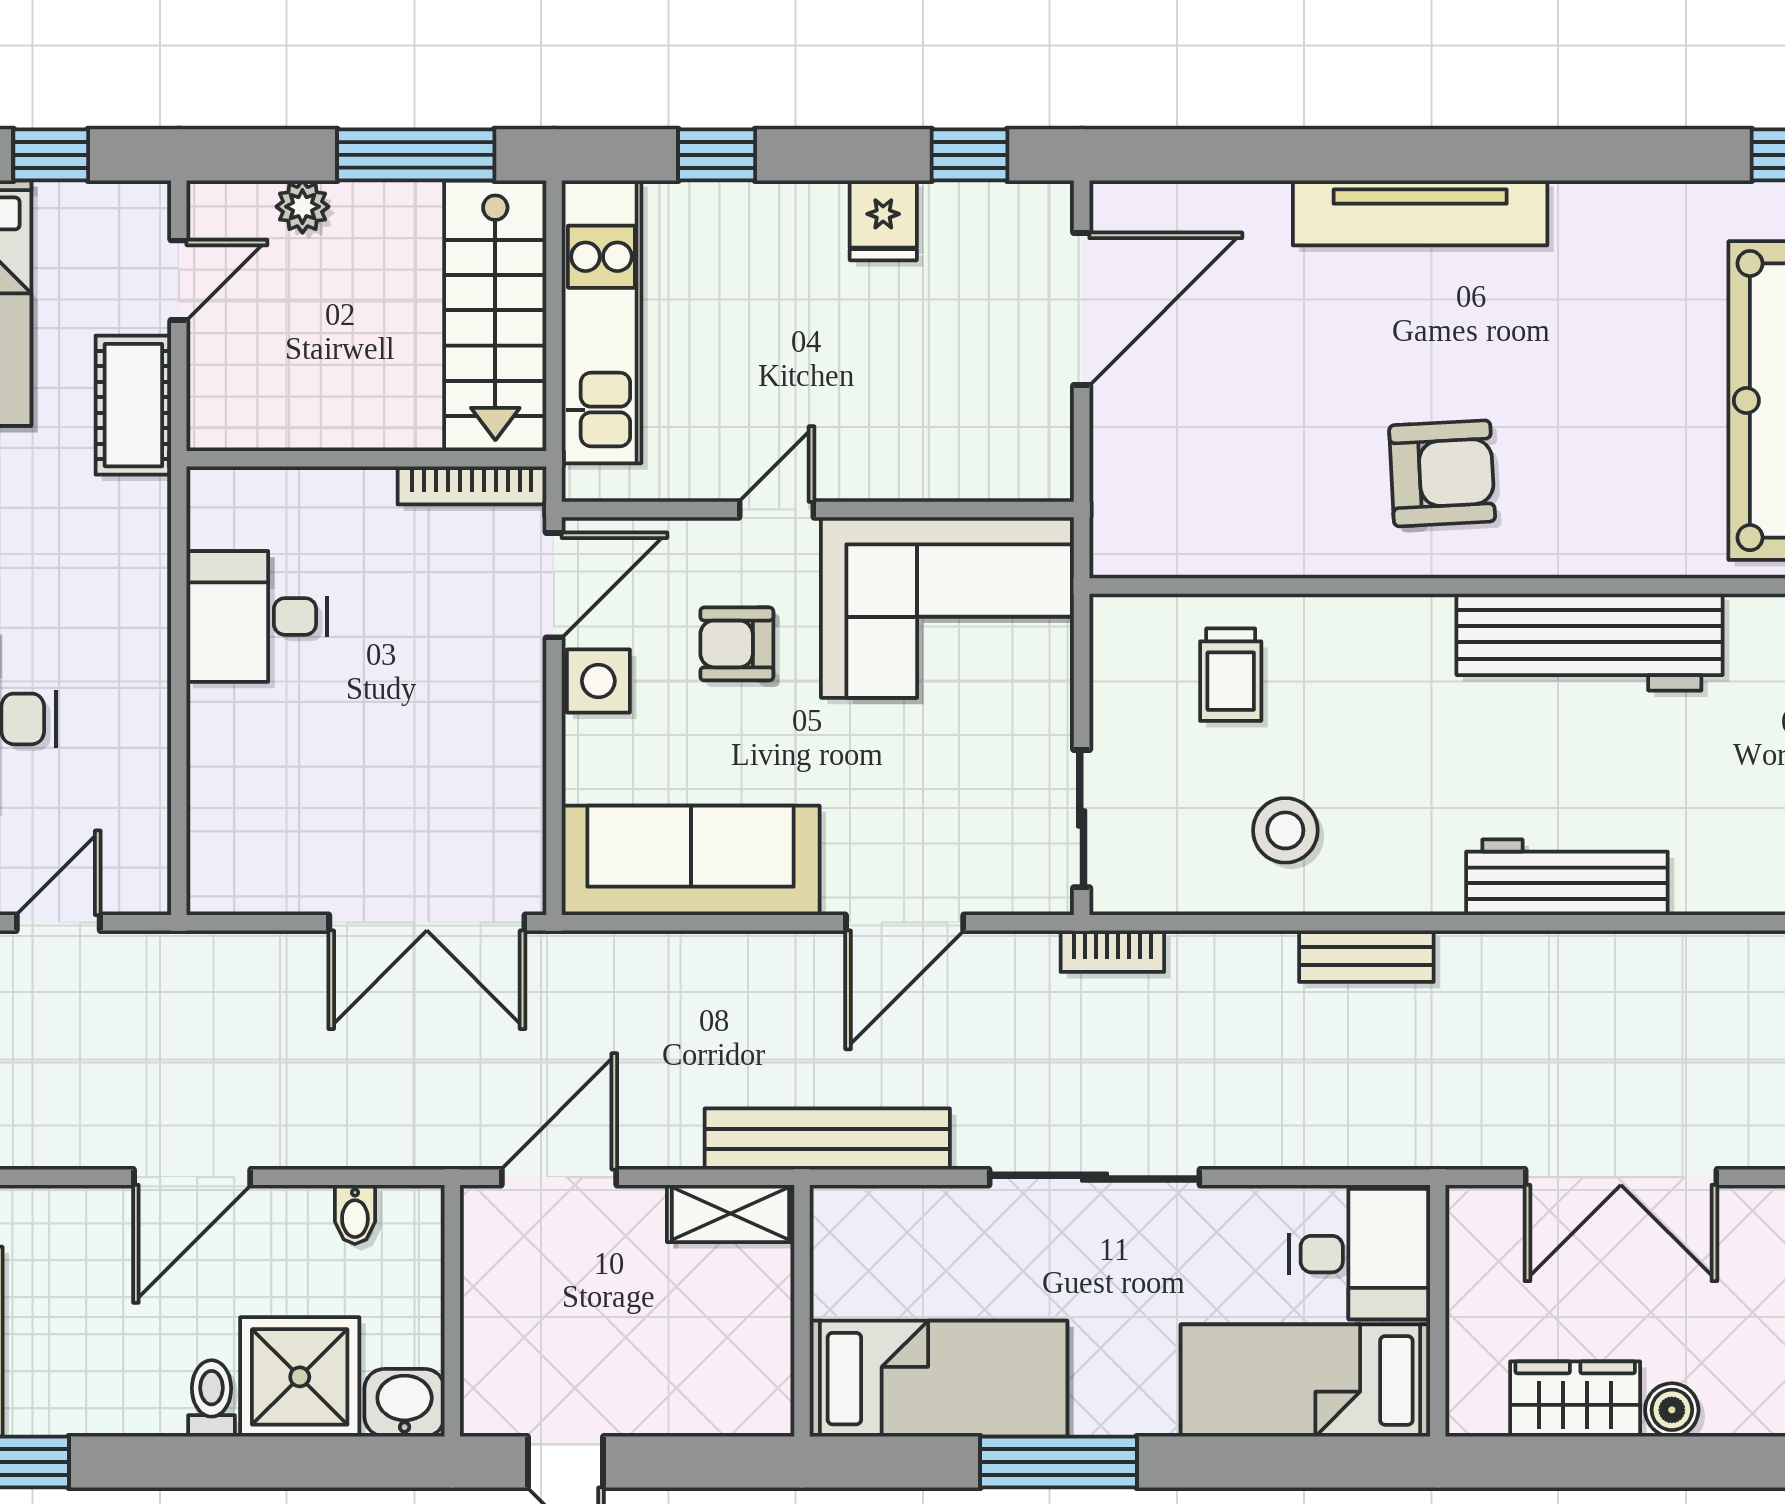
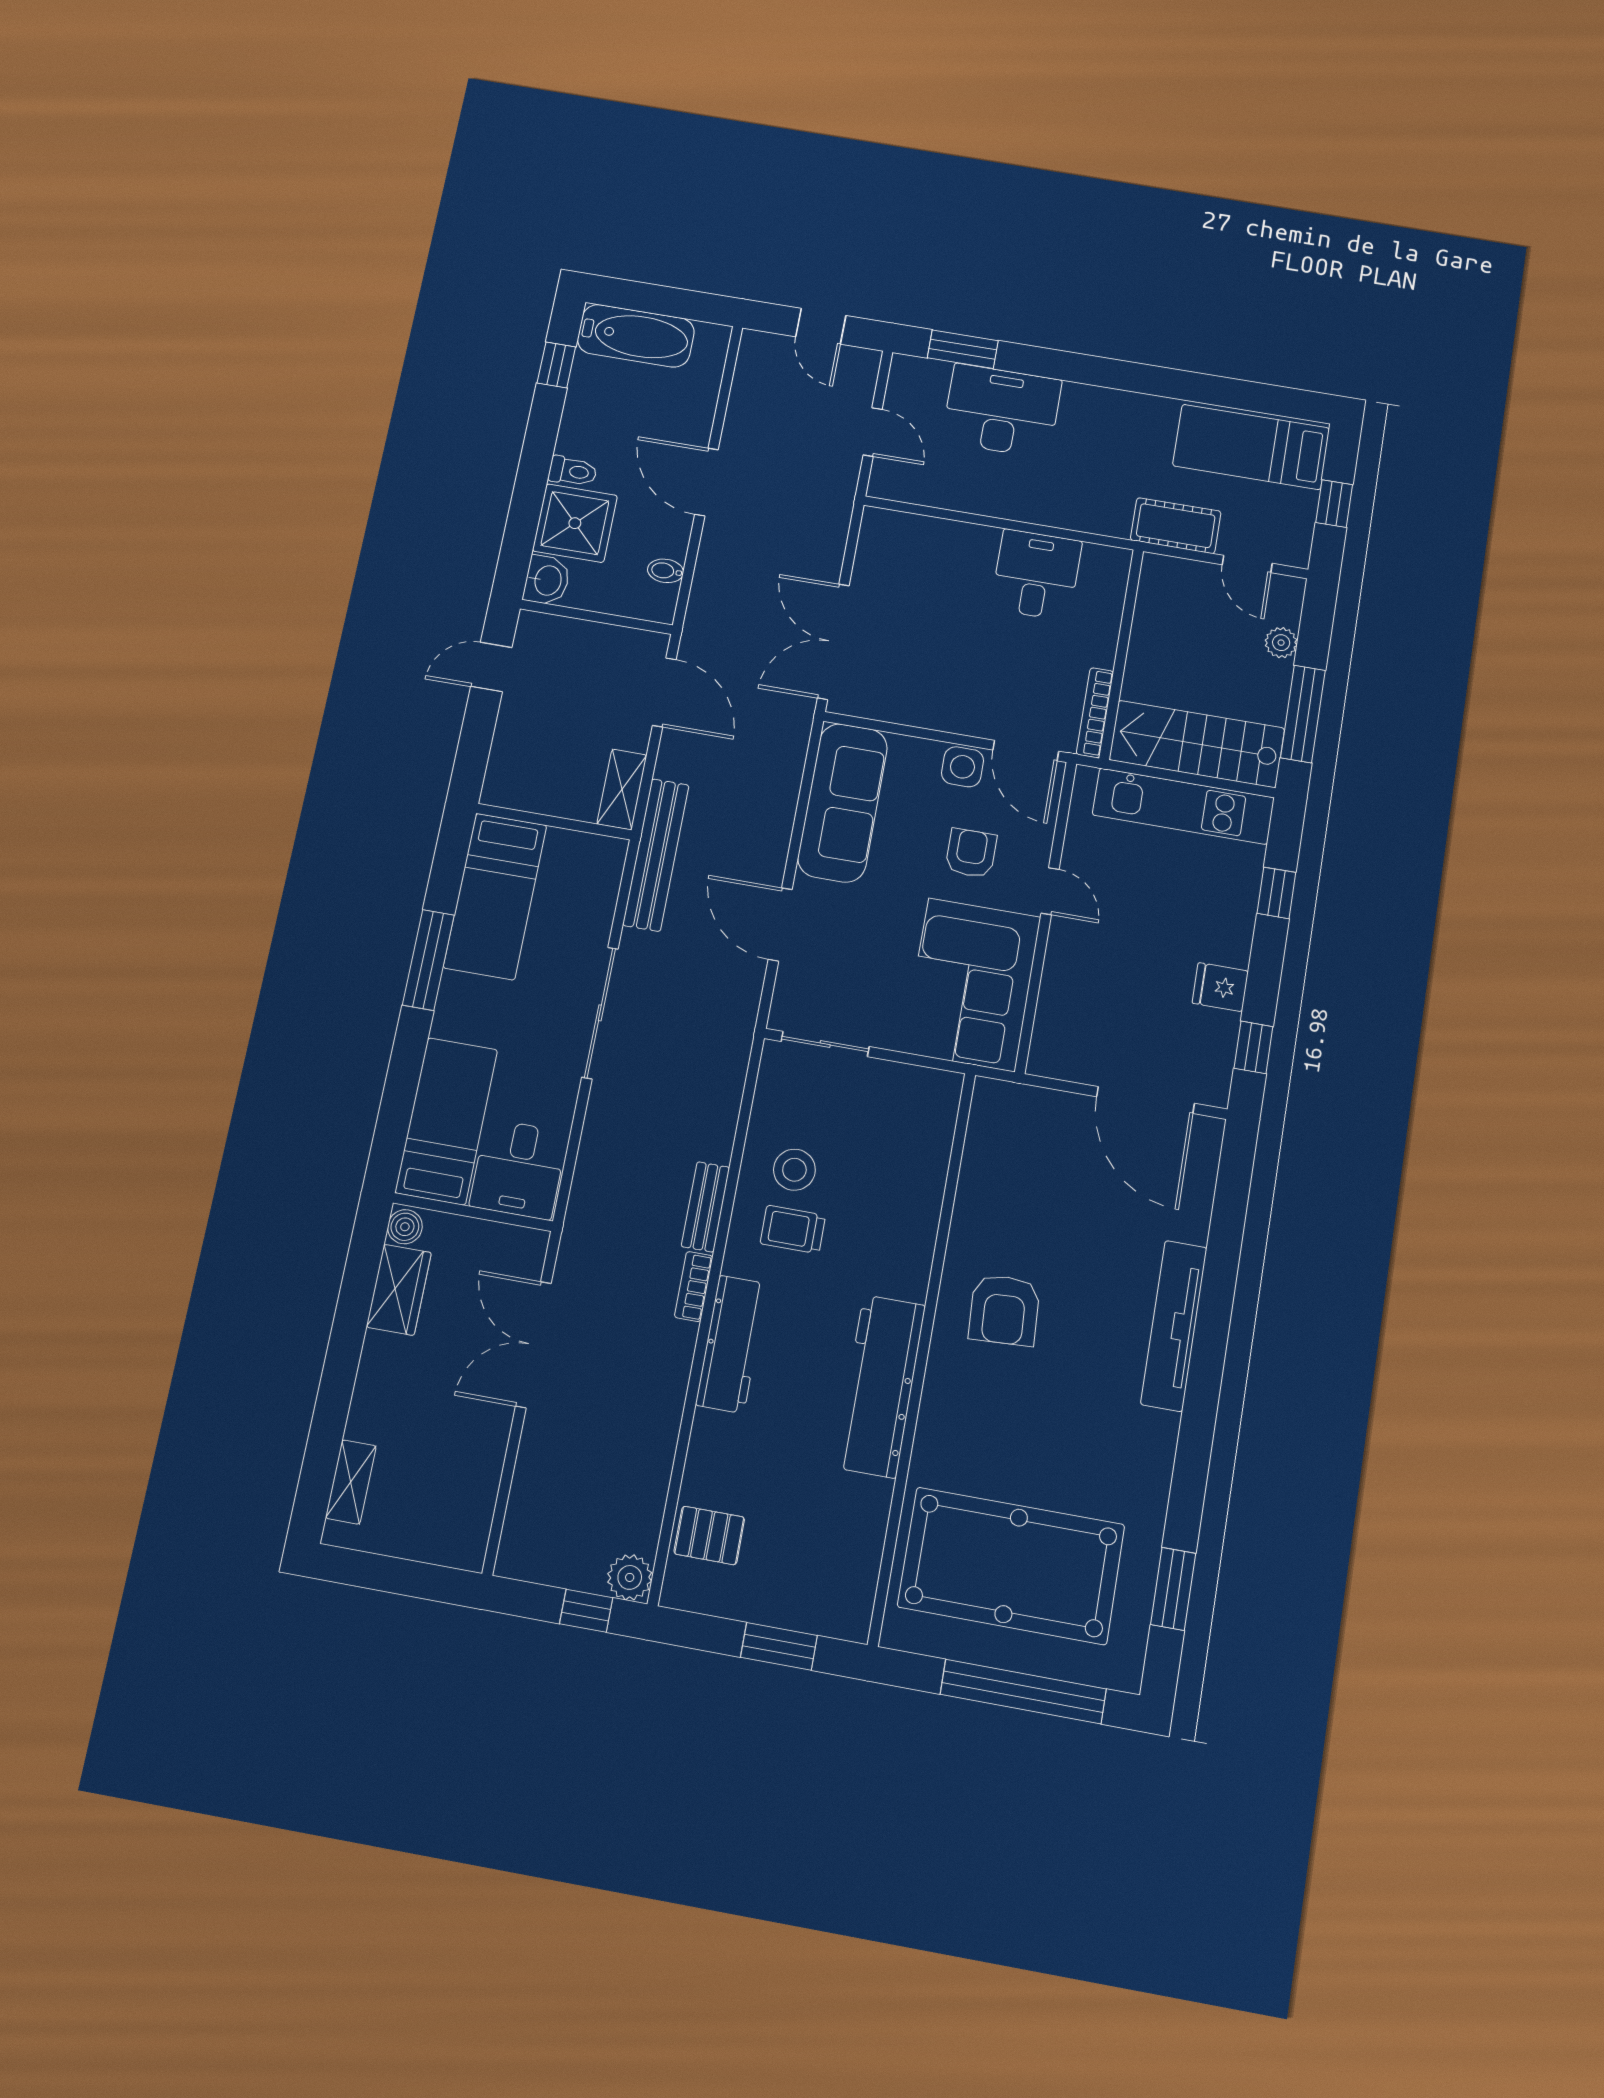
trolley: (1231, 675) -> (793, 1230), moved
bookcase: (1112, 951) -> (694, 1287), moved
boiler: (1672, 1410) -> (405, 1227), moved

